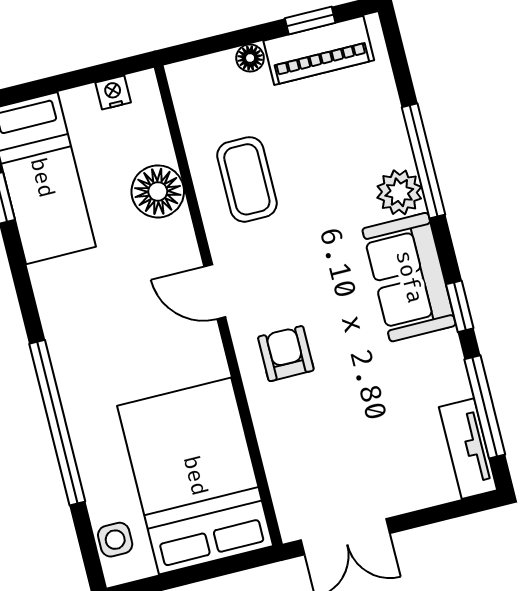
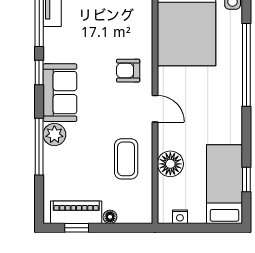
armchair: (286, 354) -> (128, 71), turned 90

